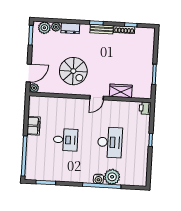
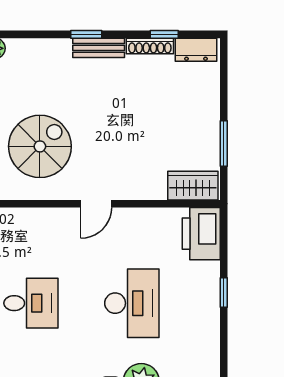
dresser: (70, 28) -> (196, 50), moved
spiral stairs: (73, 71) -> (40, 146), turned -90
wardrobe: (121, 91) -> (193, 186), moved
printer: (145, 108) -> (201, 234), width x1.87, depth x1.48

